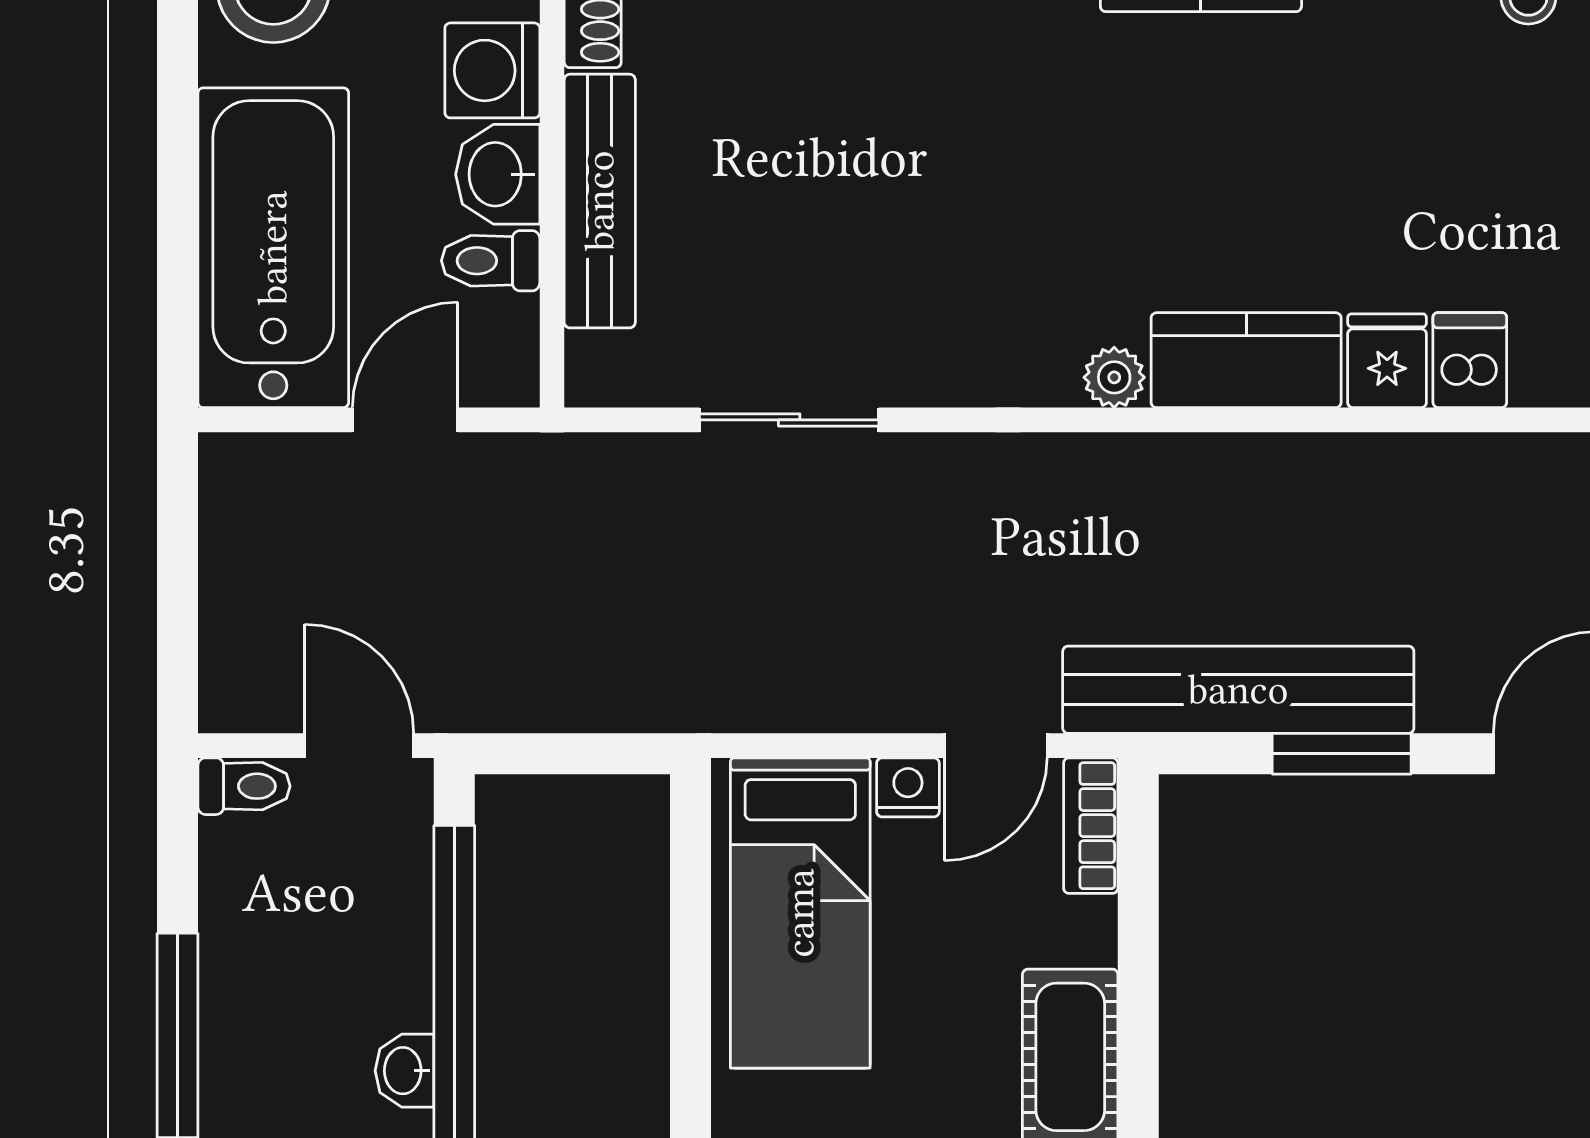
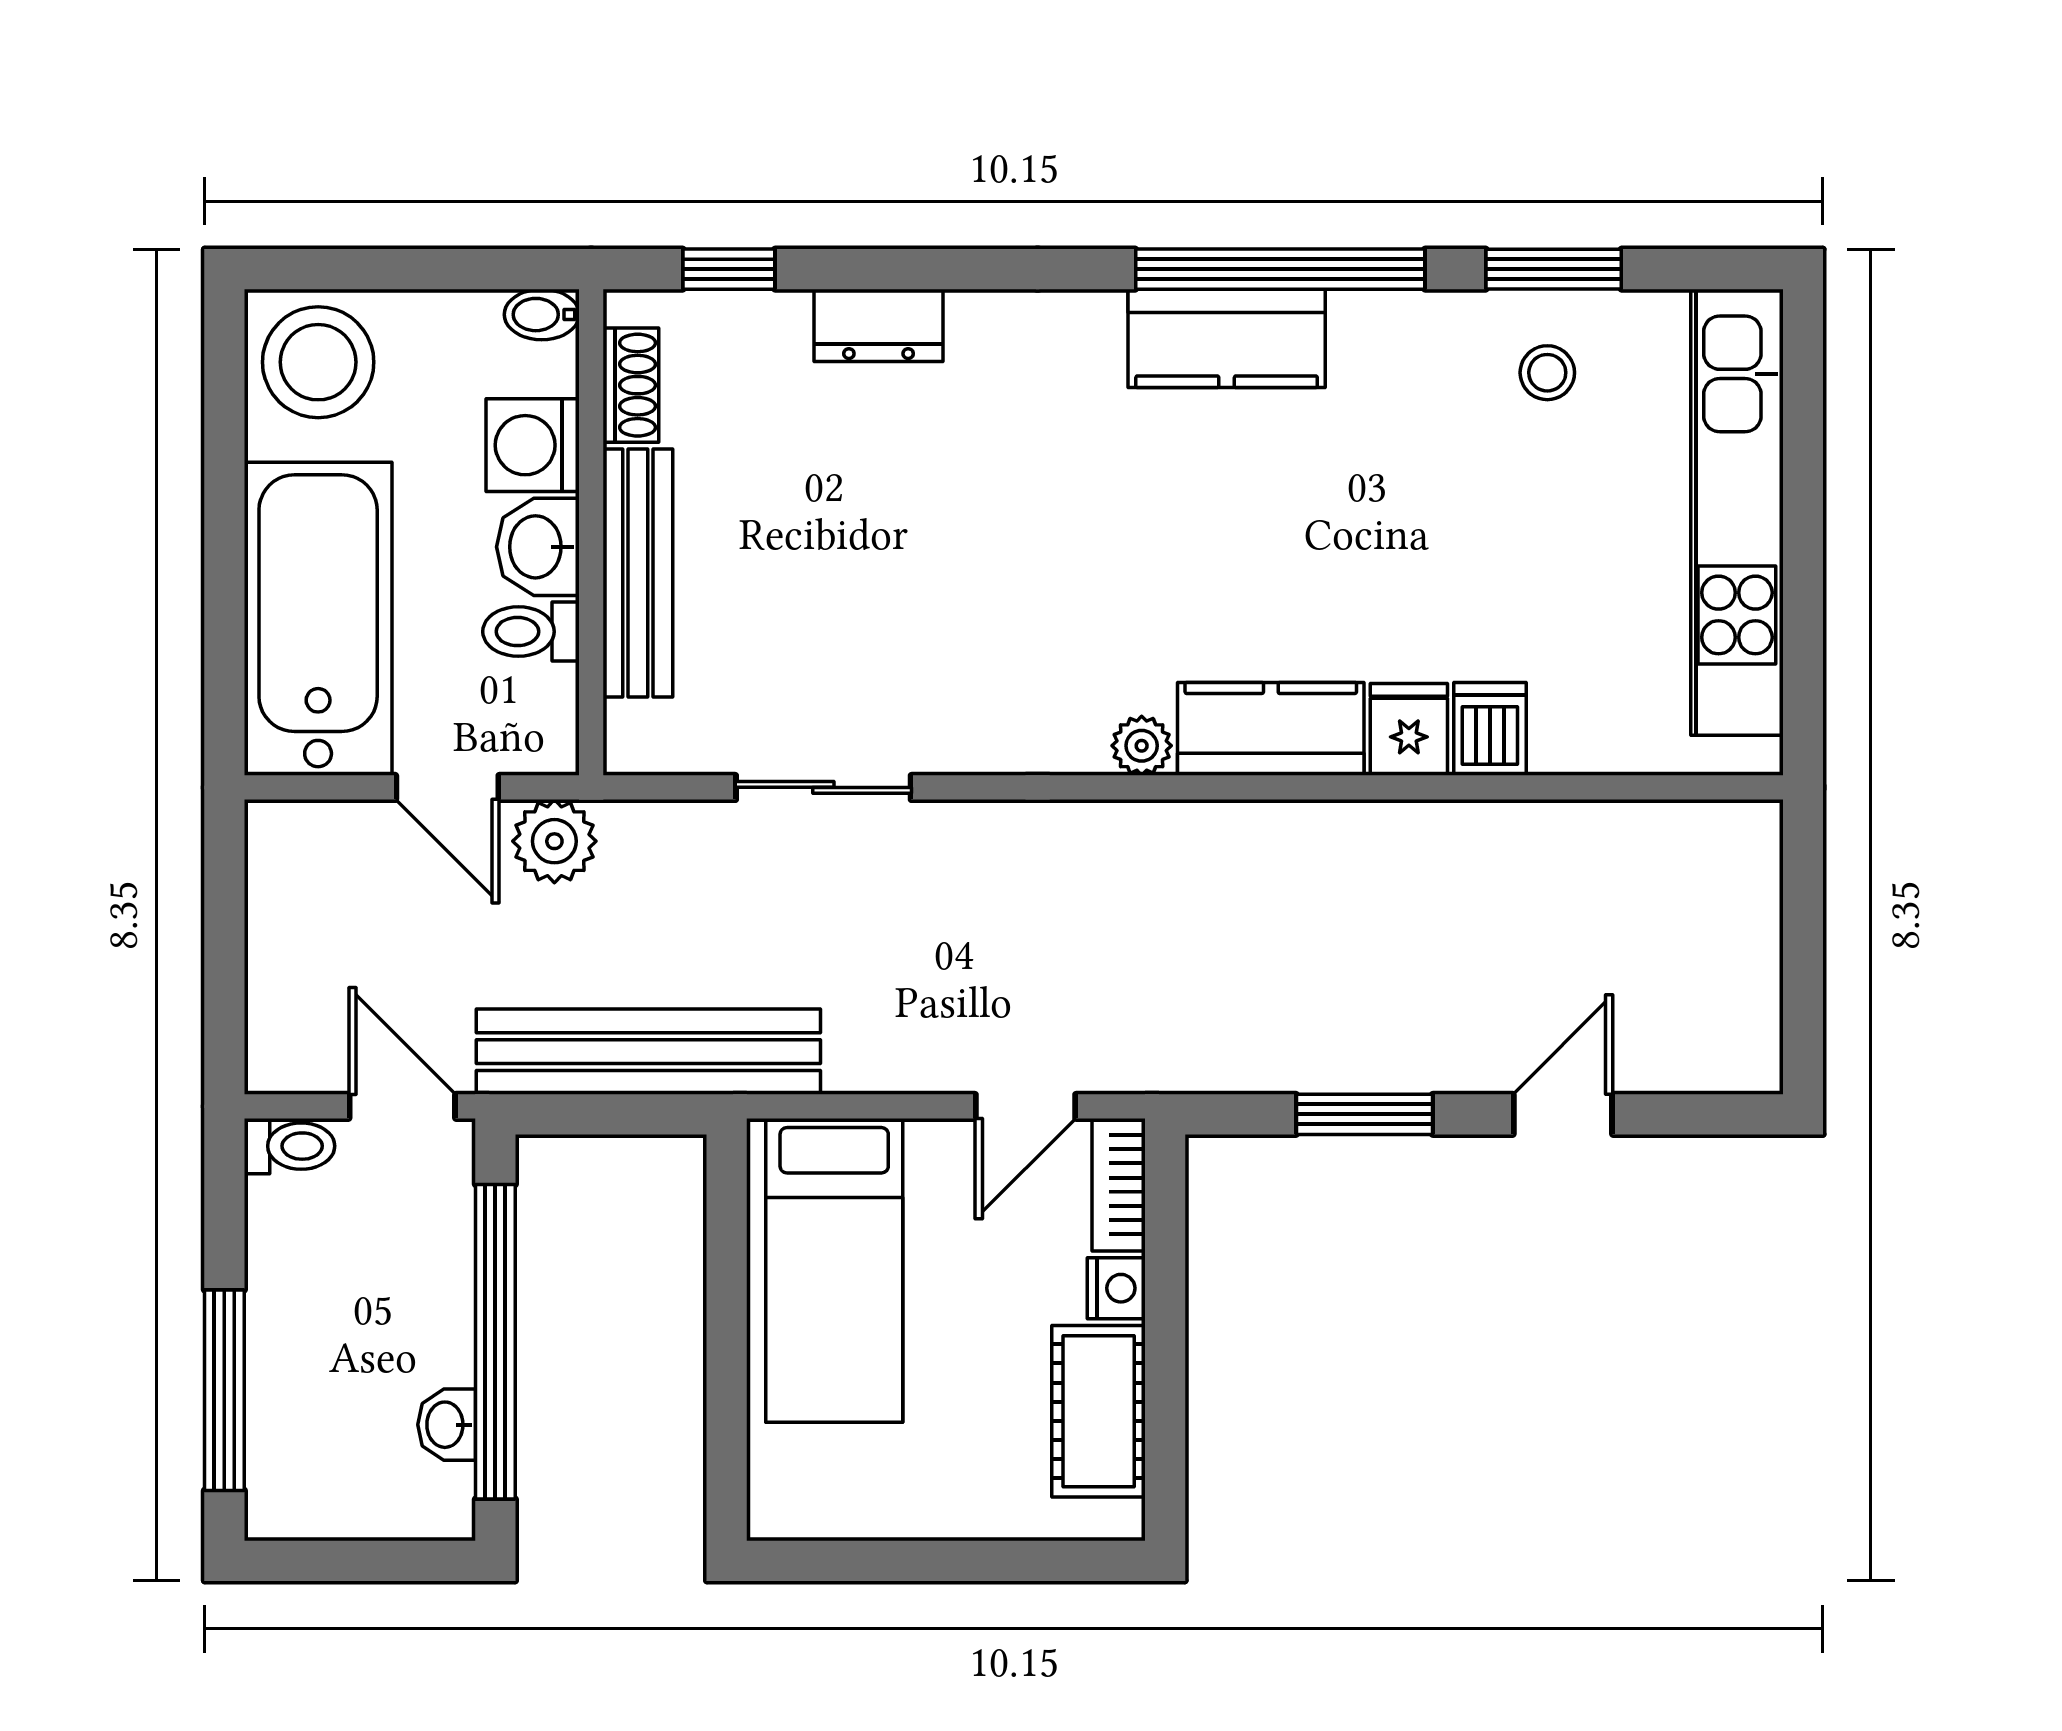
door: (405, 420) -> (447, 787), swing flipped
plant: (515, 475) -> (554, 841), added
bench: (1238, 690) -> (648, 1052), moved
nightstand: (908, 787) -> (1116, 1288), moved, turned 90

